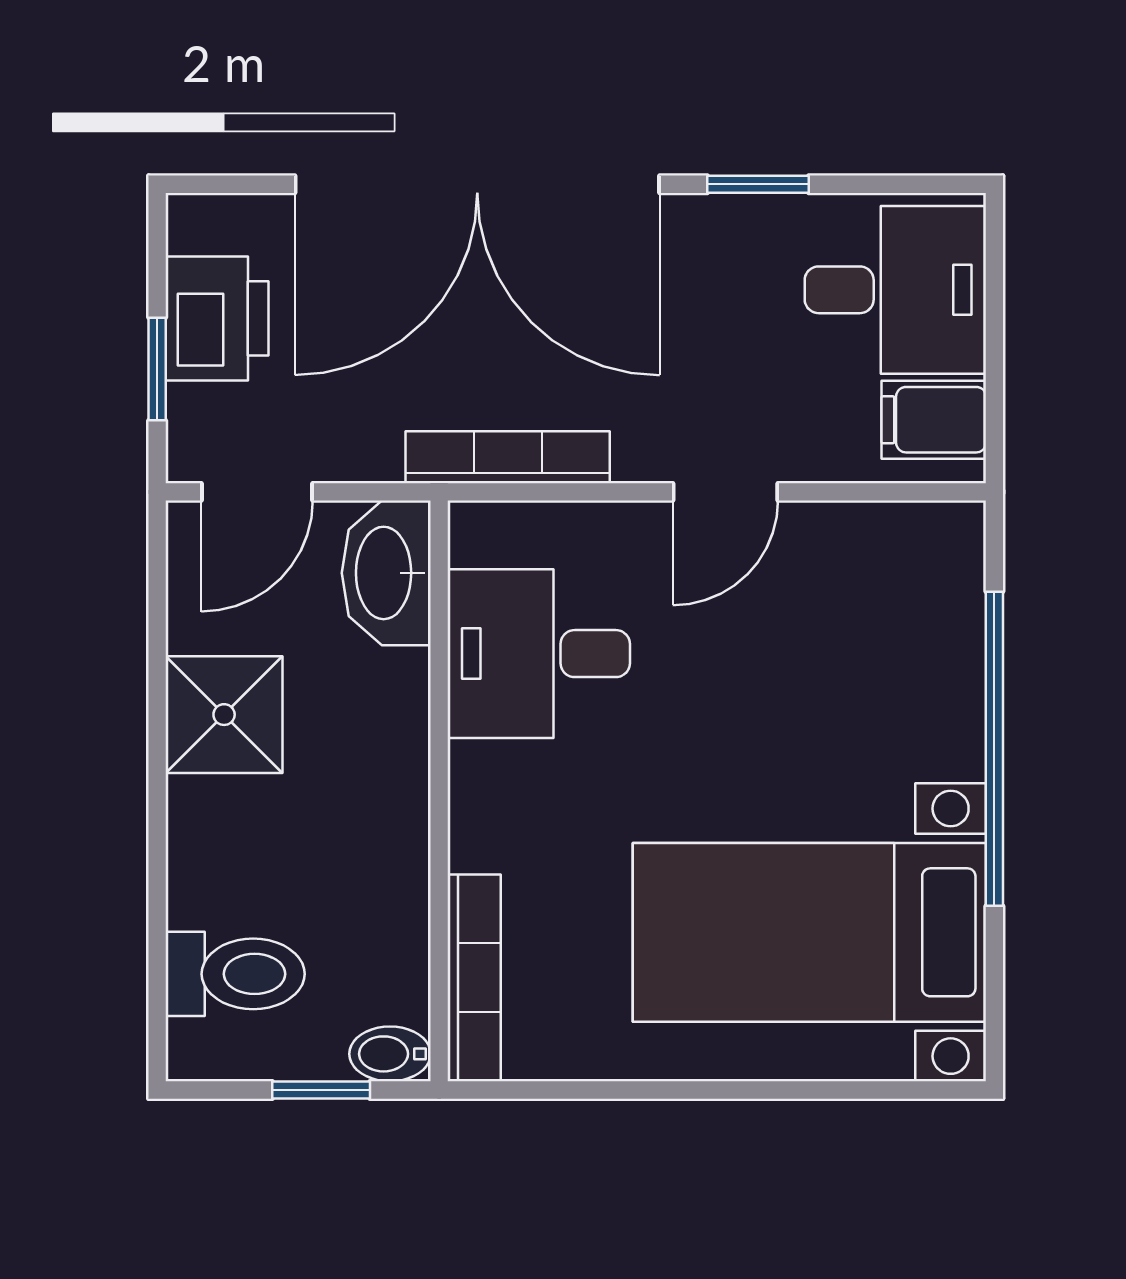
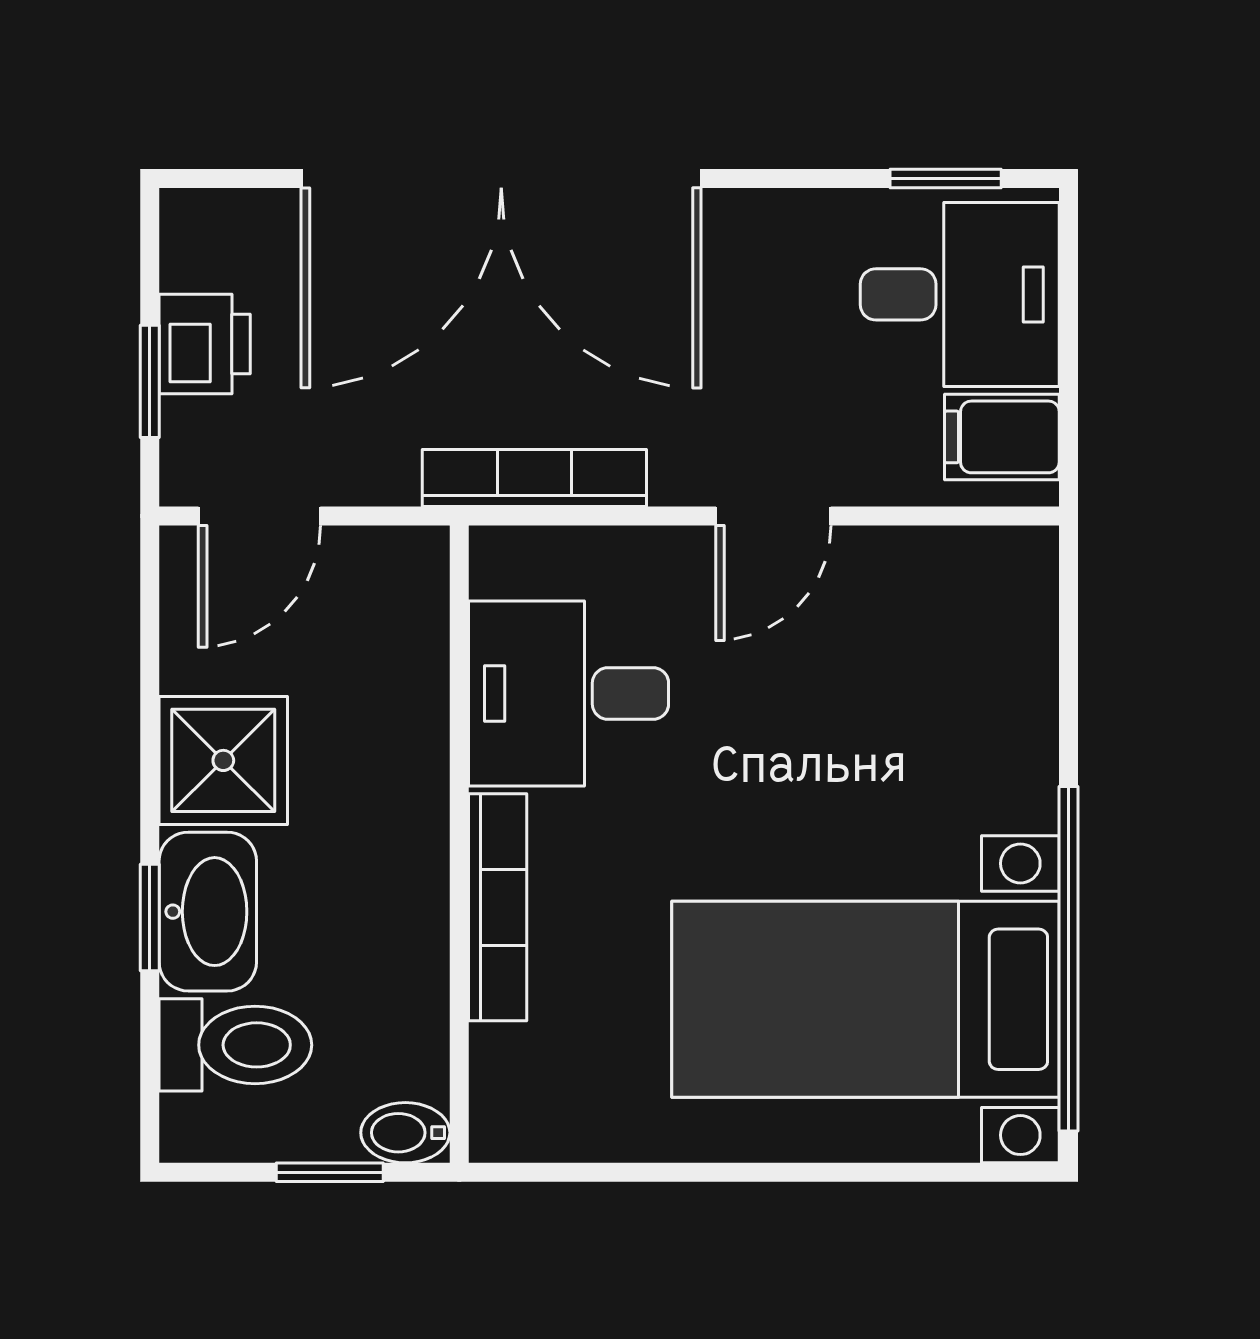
window: (758, 184) -> (946, 179), moved
printer: (217, 318) -> (205, 344), width x0.73, depth x0.81
washbasin: (386, 573) -> (208, 912), moved, turned 180
window: (994, 749) -> (1068, 959), moved
window: (157, 858) -> (150, 917), added
bookcase: (474, 978) -> (498, 907), moved

